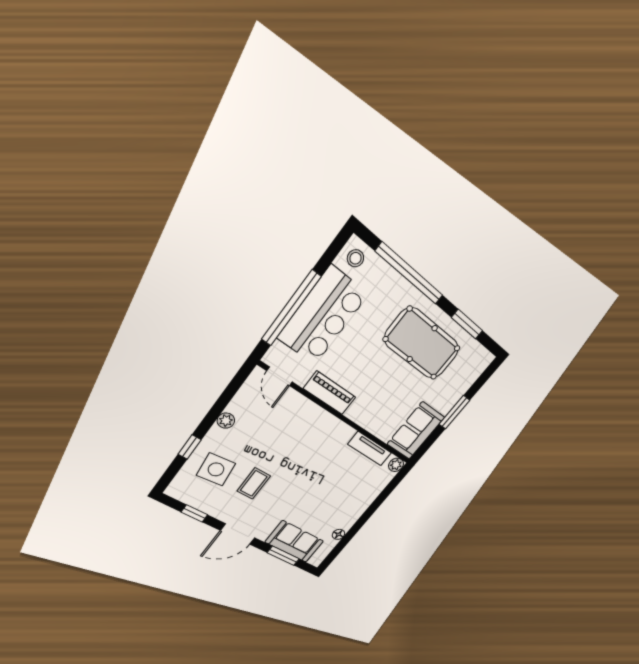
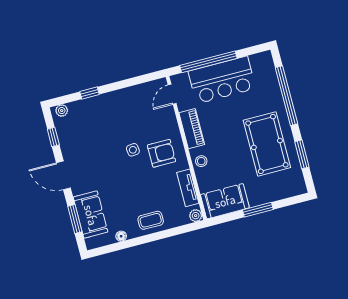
stool: (355, 258) -> (201, 161), moved
plant: (226, 421) -> (62, 111), moved
armchair: (317, 440) -> (161, 153), added
side table: (216, 469) -> (133, 150), moved, width x0.54, depth x0.54
coffee table: (254, 484) -> (151, 220), moved

